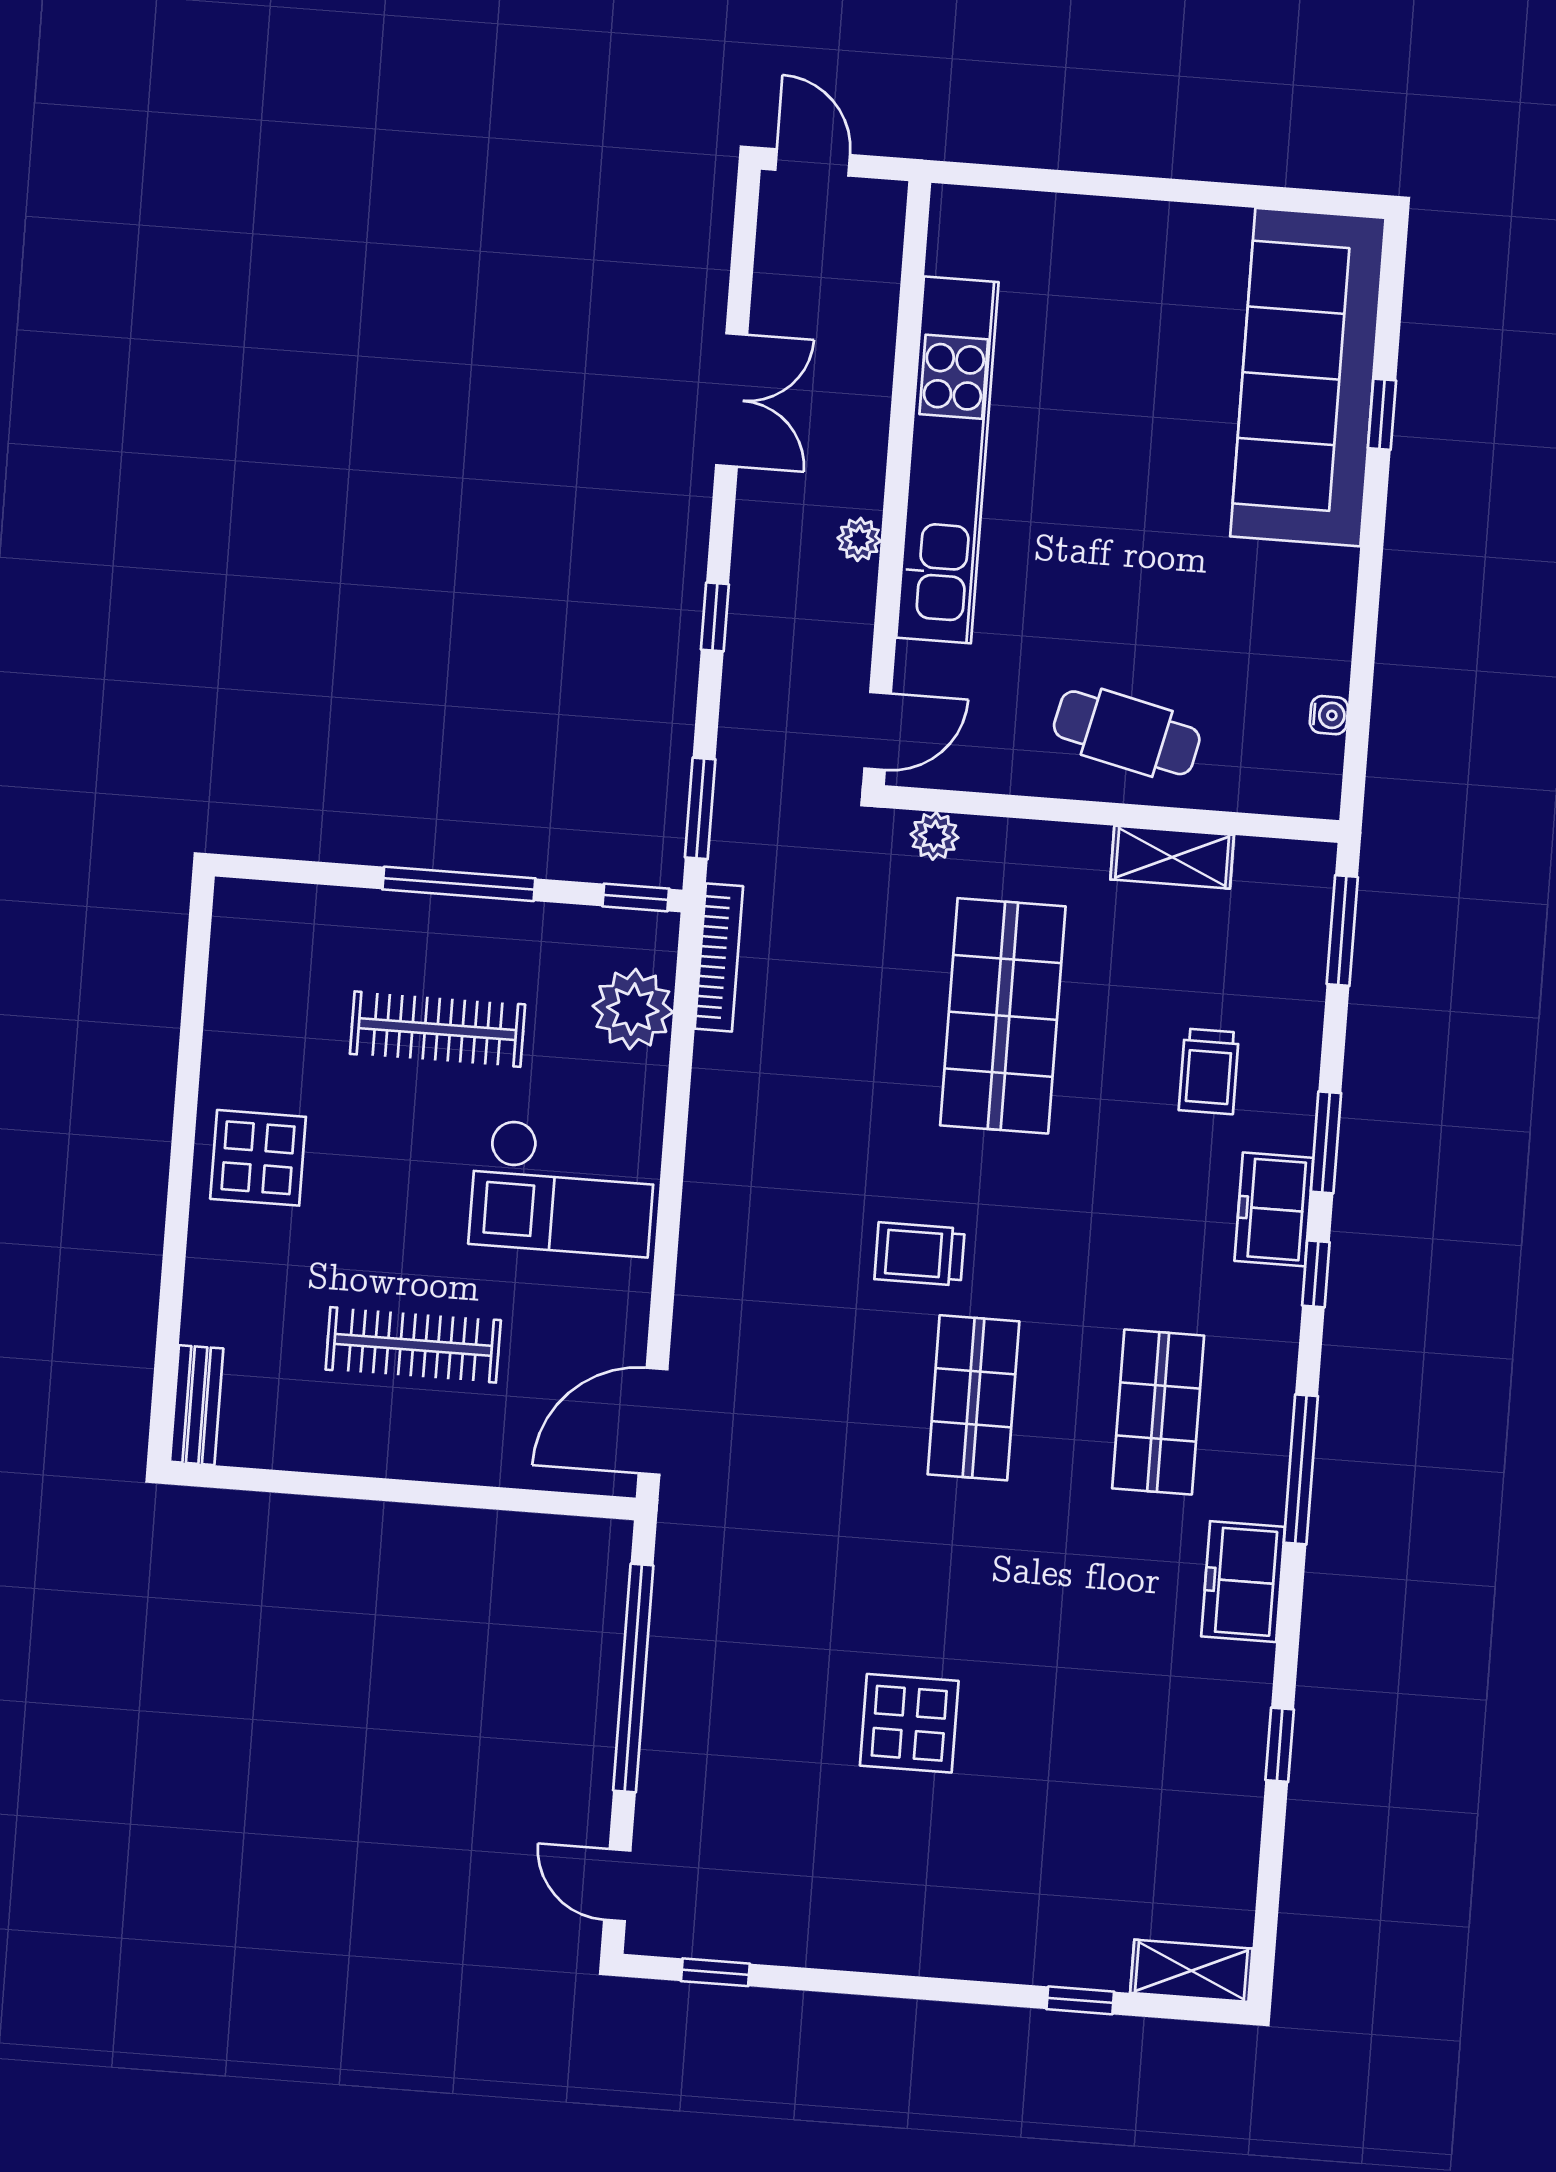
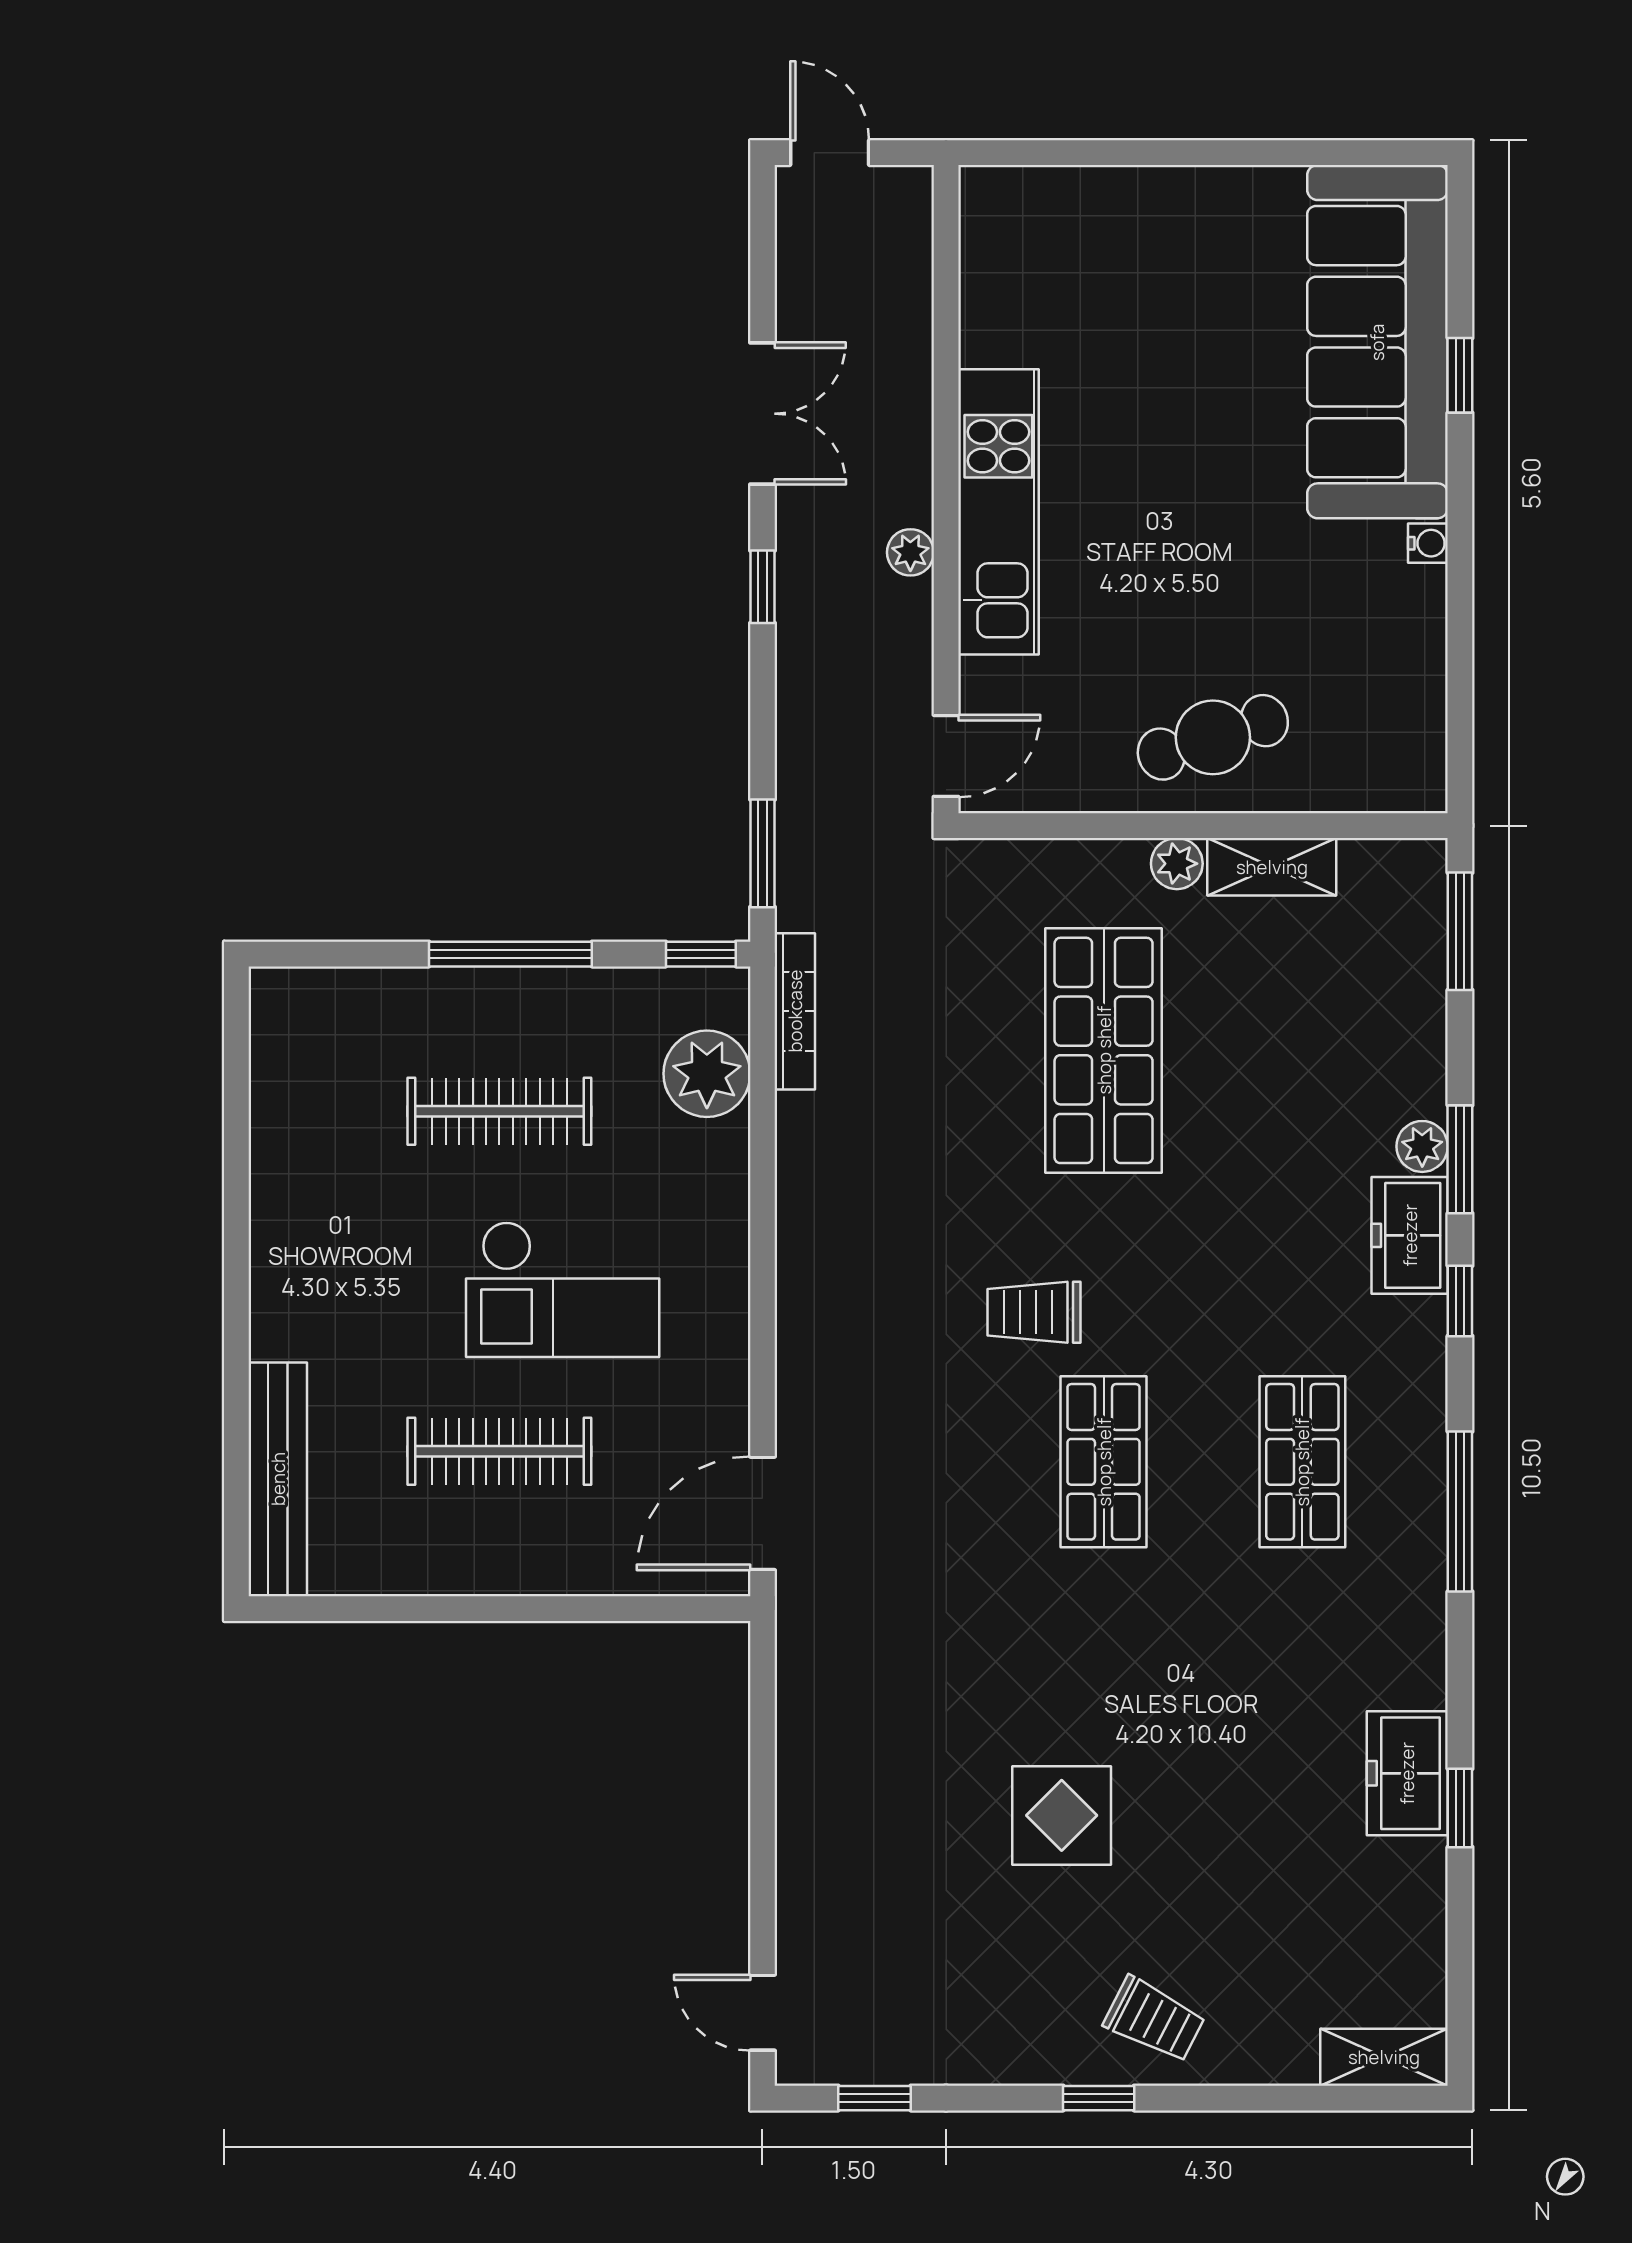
kitchen unit: (947, 460) -> (998, 512), width x0.73
window: (715, 617) -> (762, 587), moved
water cooler: (1329, 715) -> (1428, 543), moved
cafe table: (1127, 733) -> (1213, 737), turned -31
plant: (934, 836) -> (1177, 864), moved
trolley: (1209, 1071) -> (1154, 2020), moved, turned -63
plant: (1292, 1128) -> (1422, 1146), added
display table: (258, 1158) -> (318, 1264), removed
checkout: (563, 1188) -> (563, 1289), moved
bench: (197, 1405) -> (278, 1479), width x1.86, depth x1.21
freezer: (1243, 1582) -> (1407, 1773), moved
window: (633, 1678) -> (762, 1790), removed
window: (1080, 2000) -> (1099, 2098), moved

